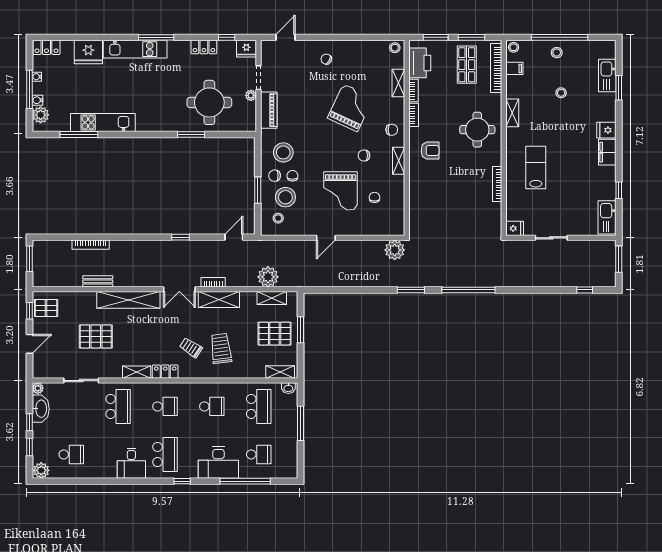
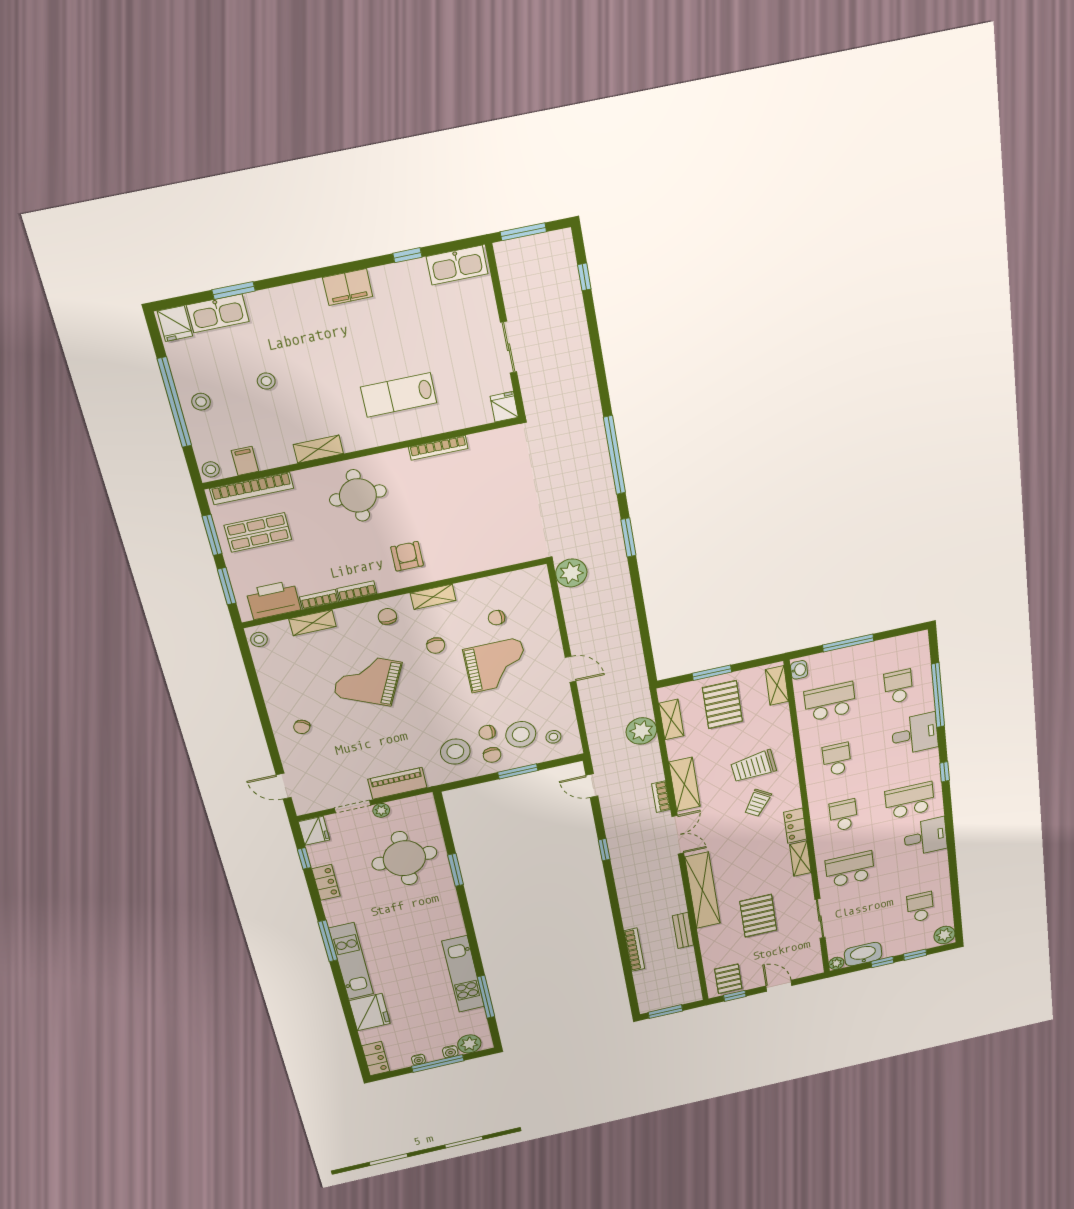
fridge: (606, 130) -> (175, 323), moved
desk: (218, 463) -> (915, 734), width x0.73

